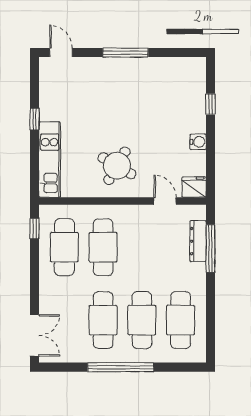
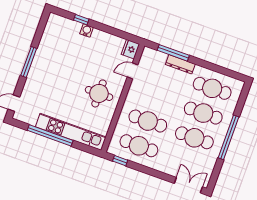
window: (34, 119) -> (50, 135), width x3.17
water cooler: (198, 142) -> (87, 30), moved
kitchen unit: (50, 160) -> (71, 132), width x1.36
round table: (117, 166) -> (99, 93), turned -30
dresser: (198, 241) -> (180, 64), moved

